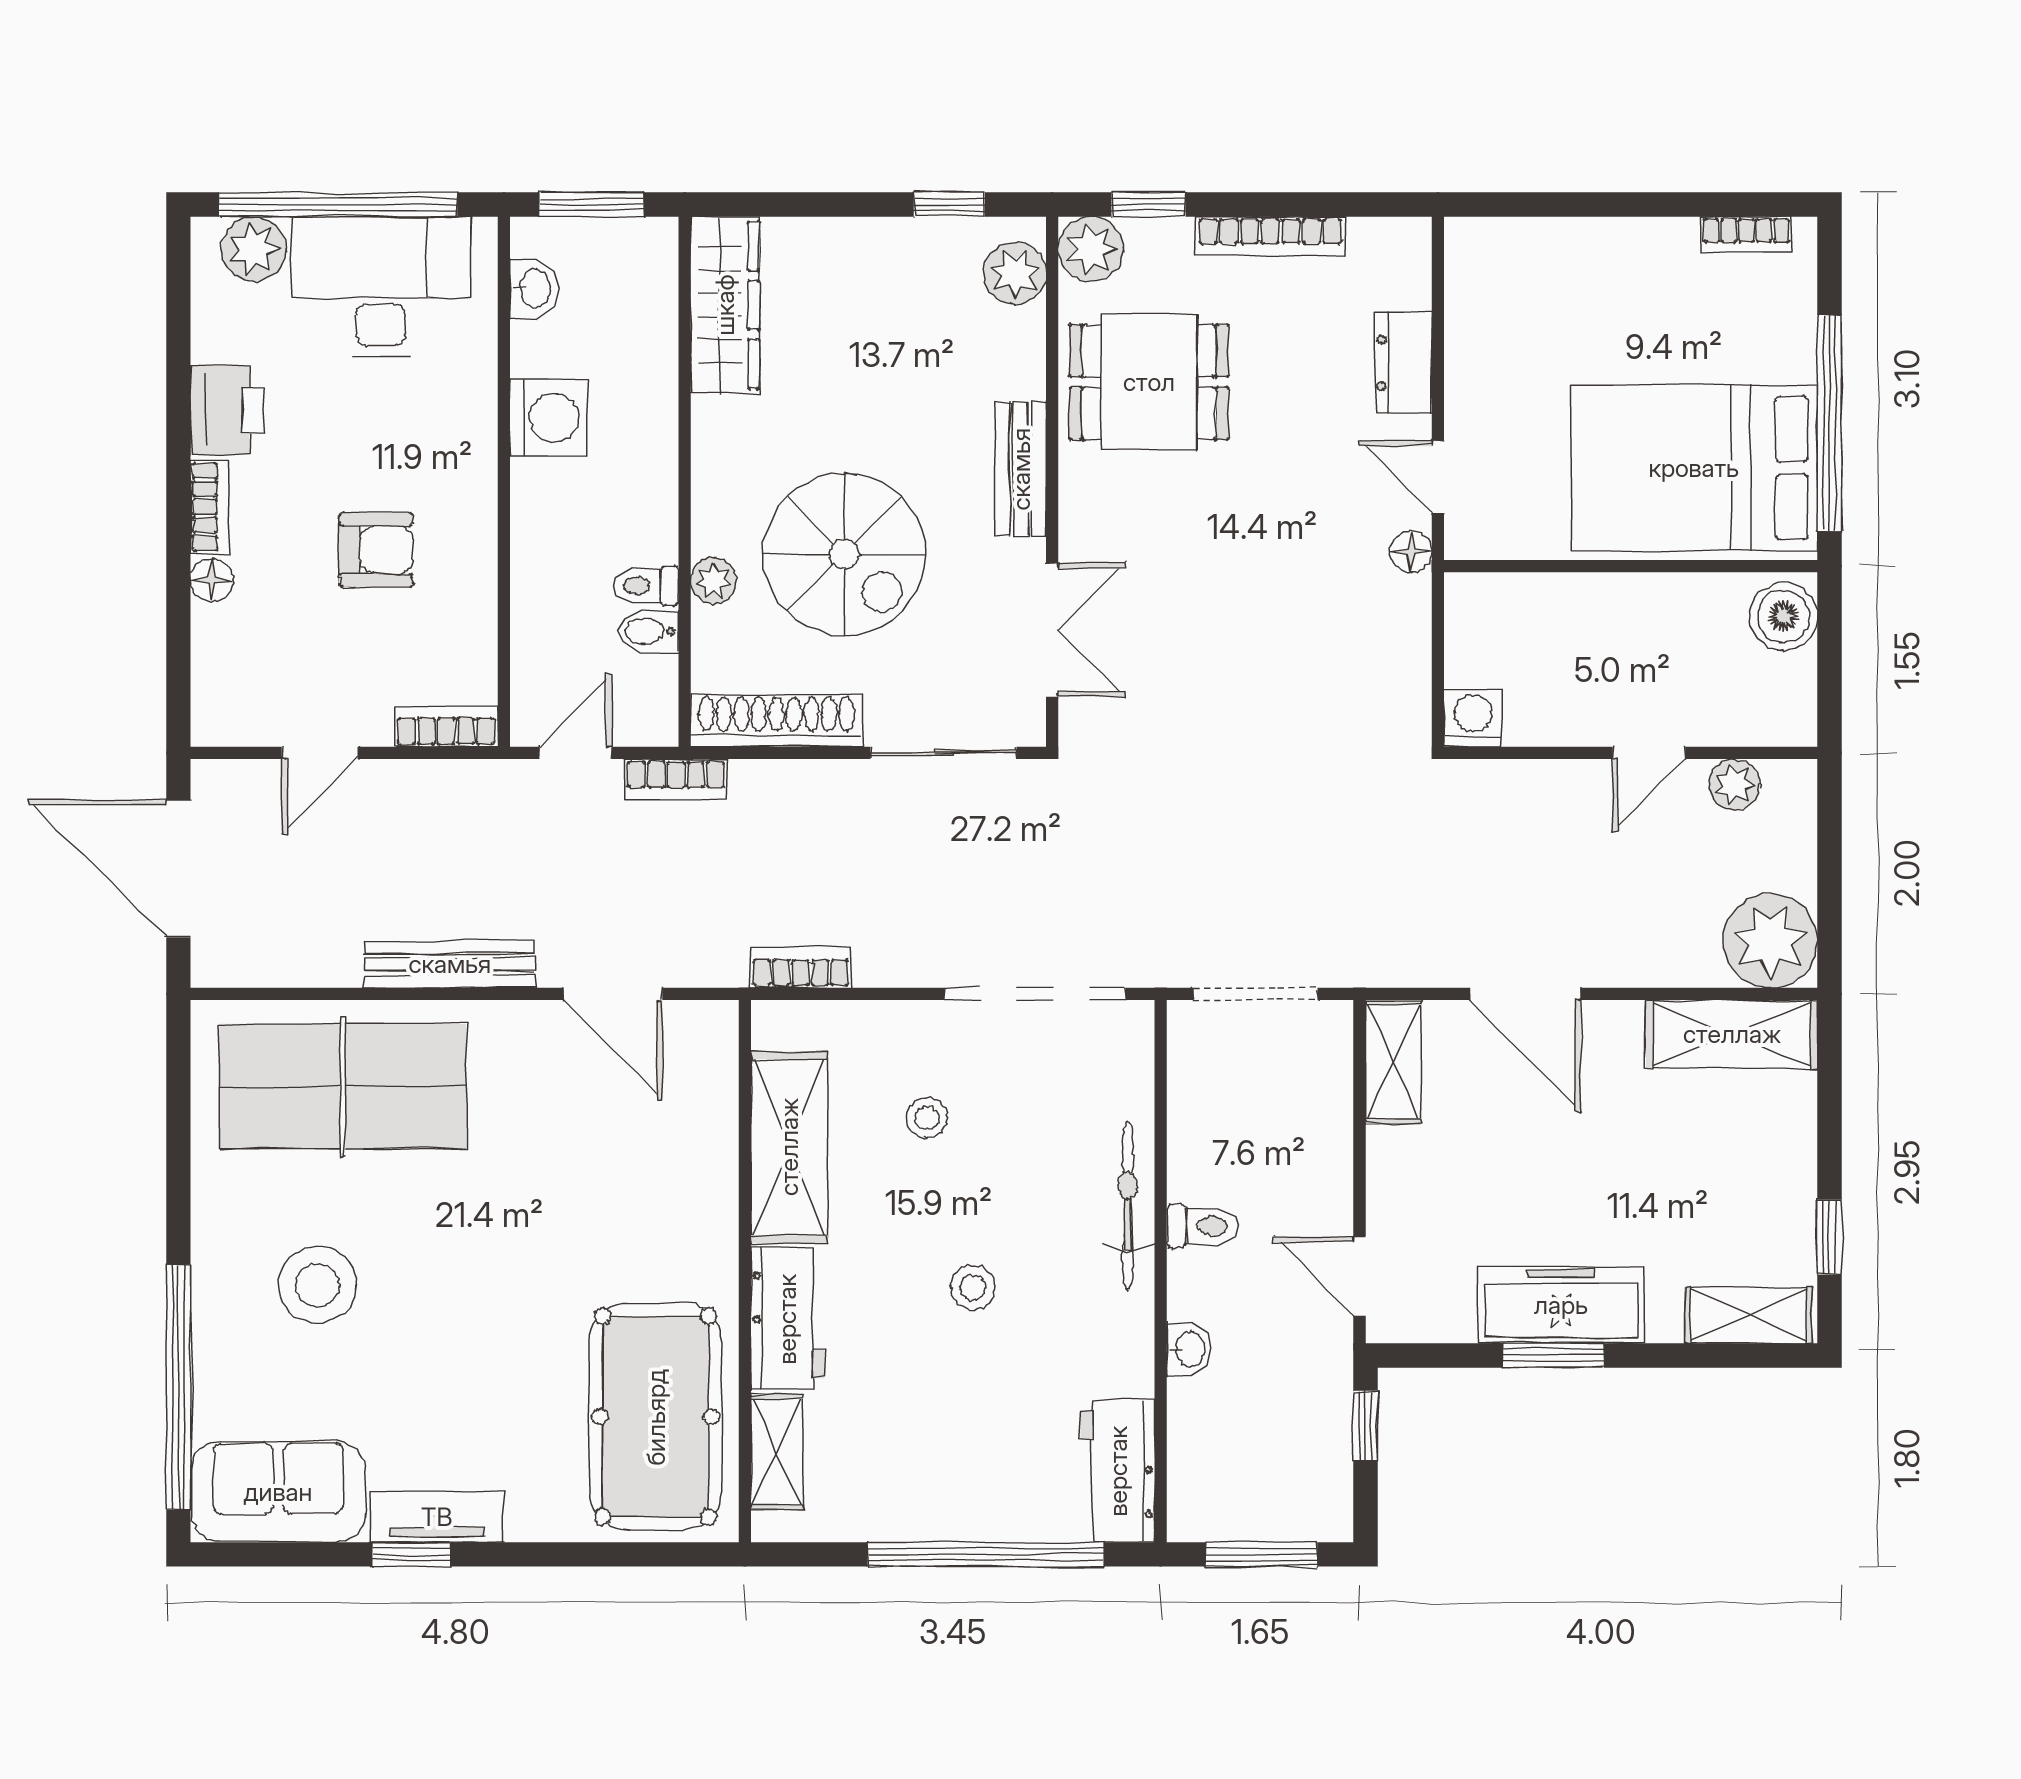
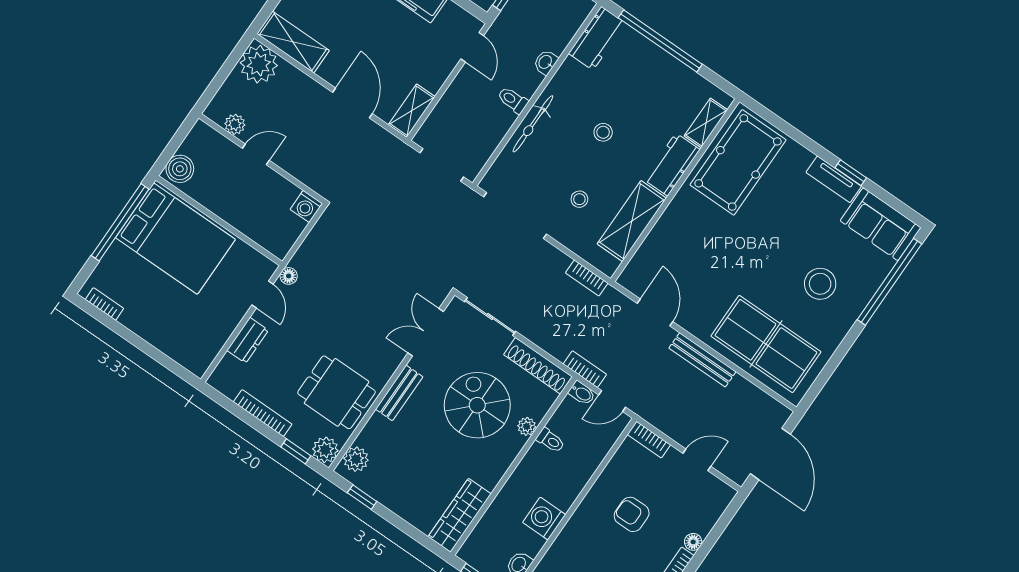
bidet: (648, 631) -> (582, 393), moved

